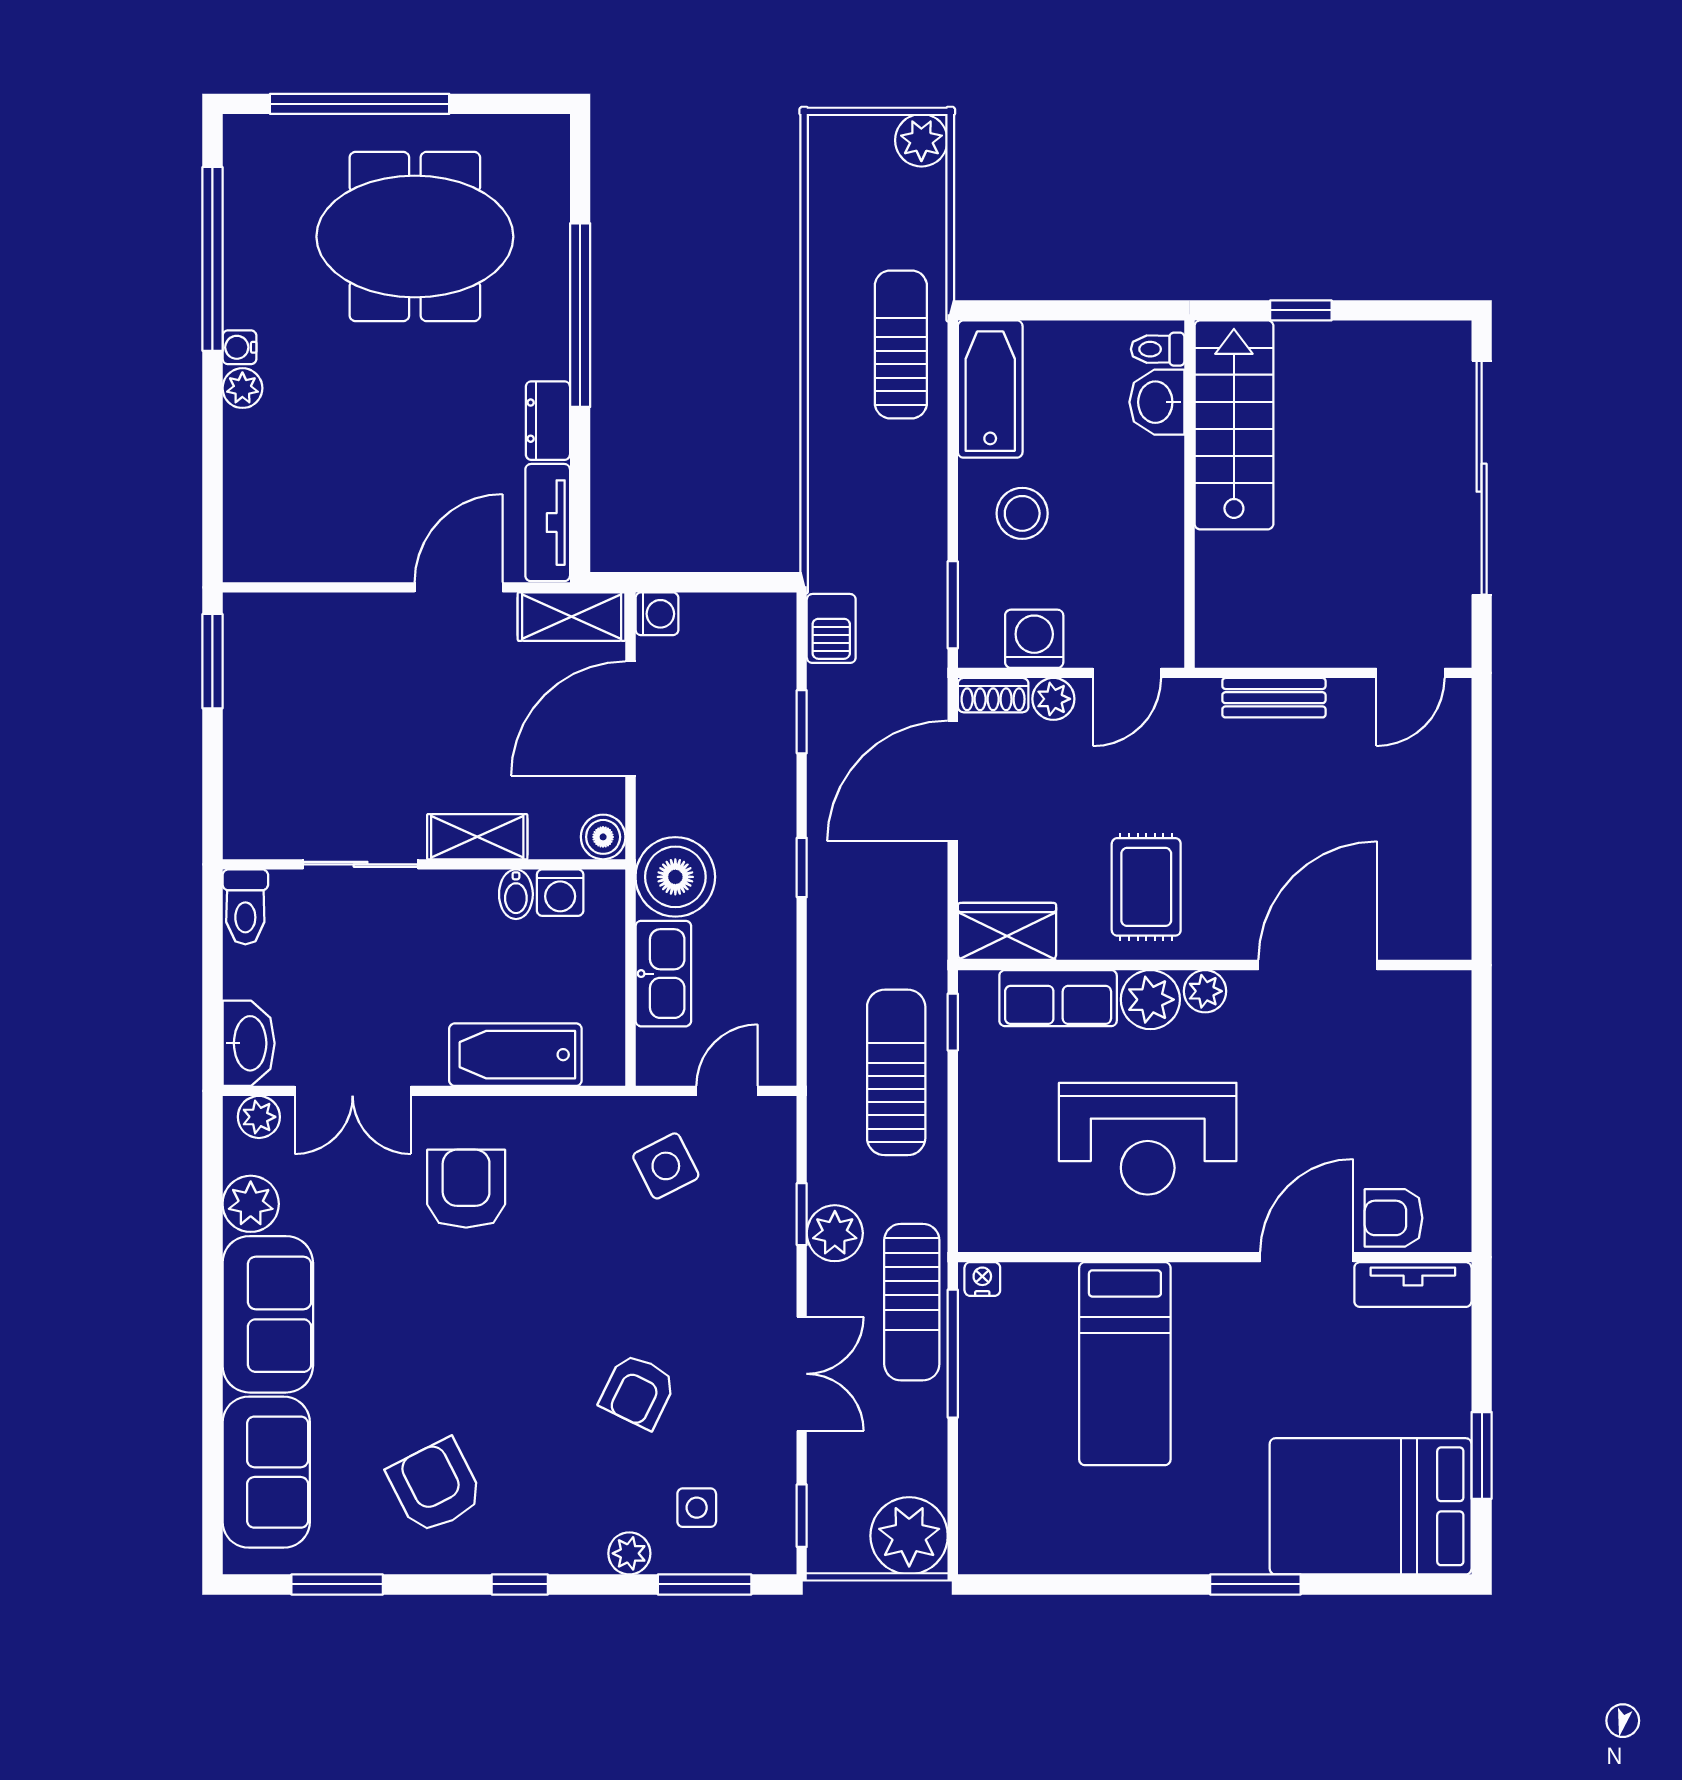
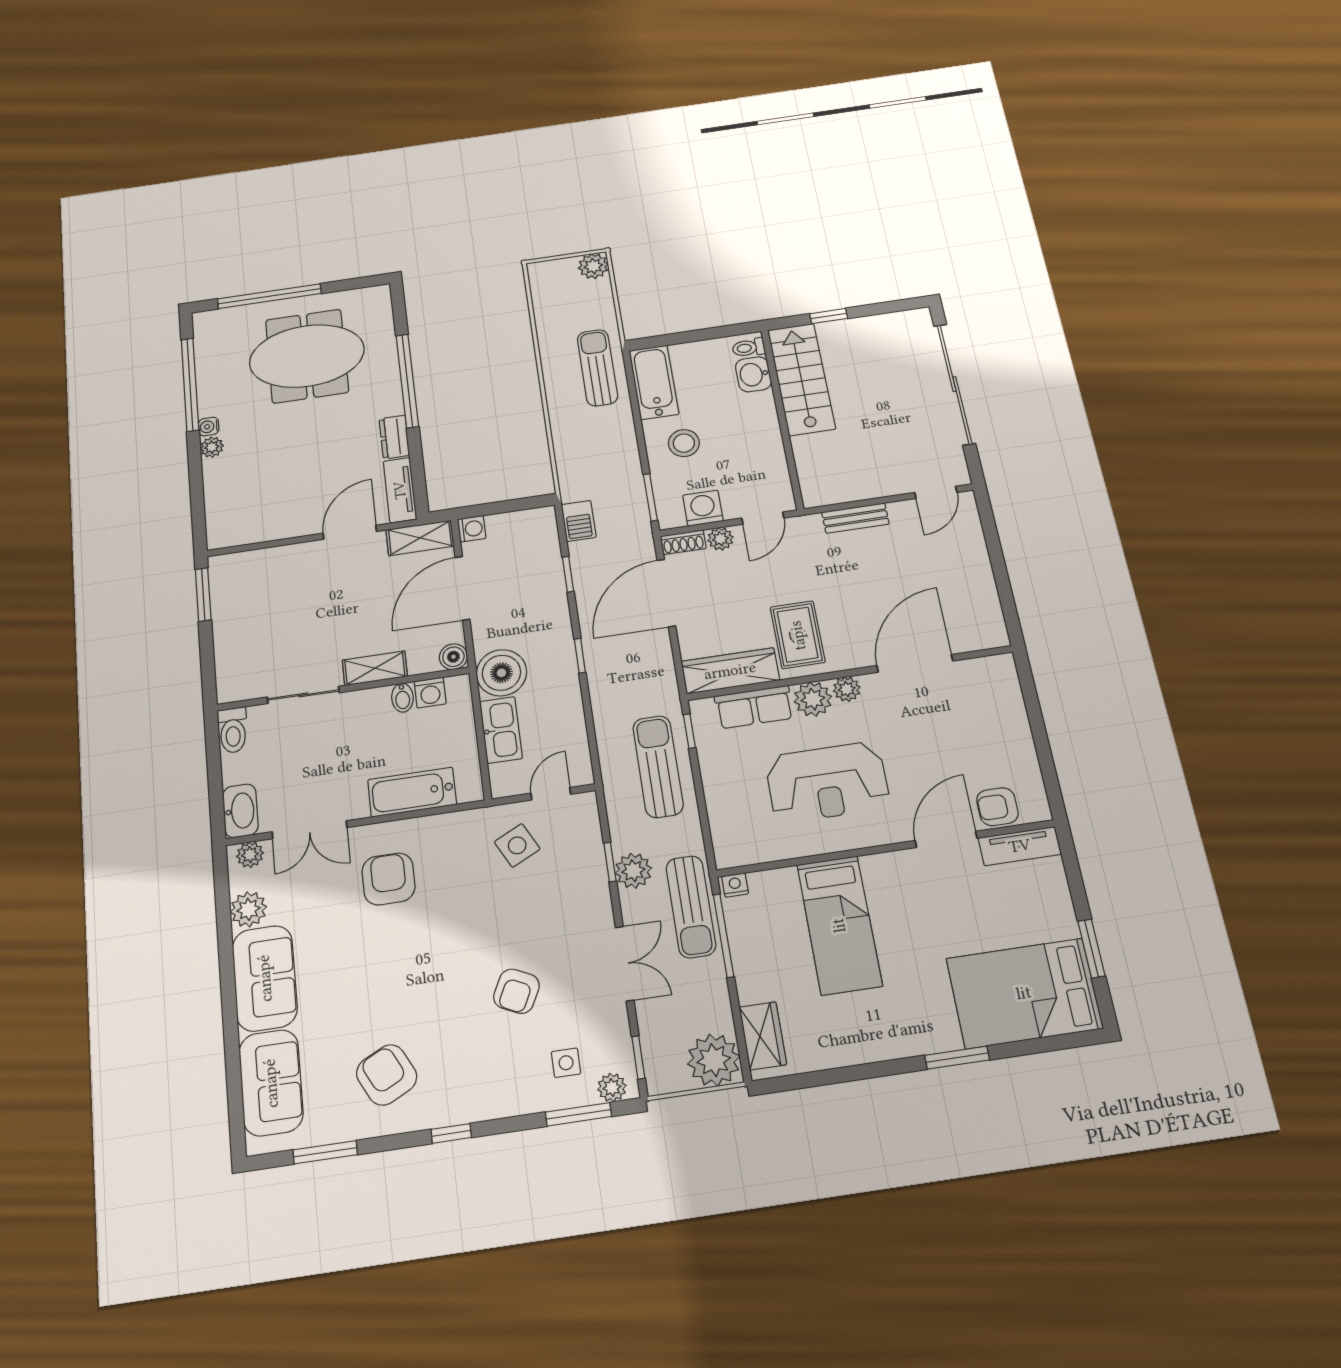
wardrobe: (1007, 931) -> (730, 671), width x1.50
wardrobe: (985, 1511) -> (763, 1036), added
plant: (629, 1553) -> (612, 1088), moved

